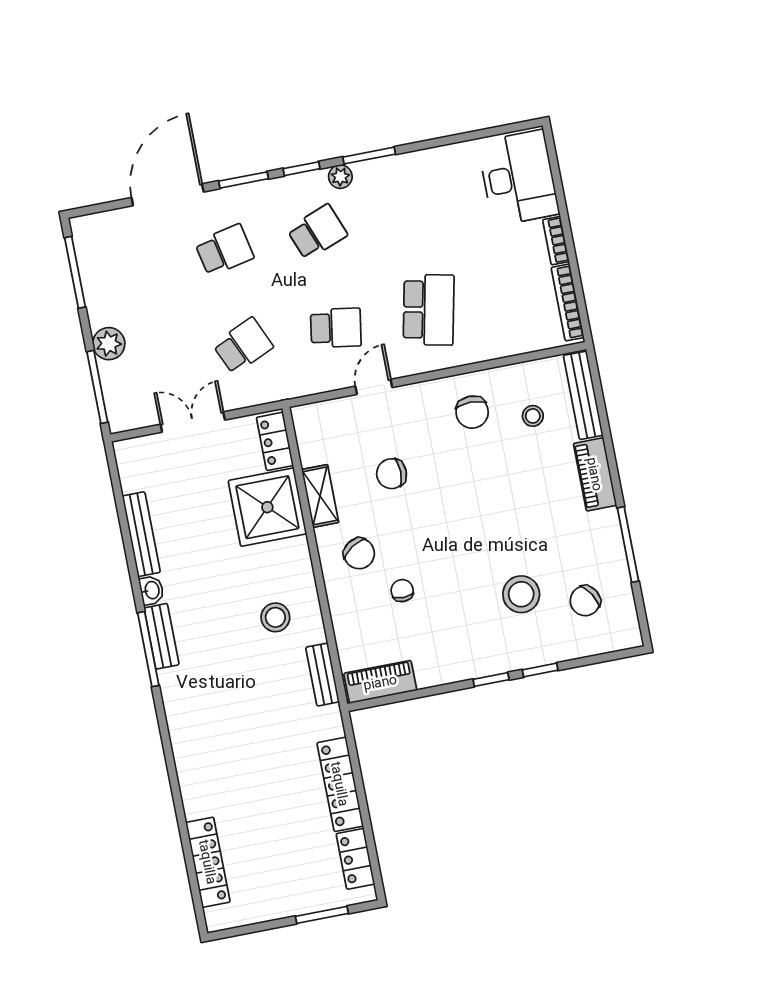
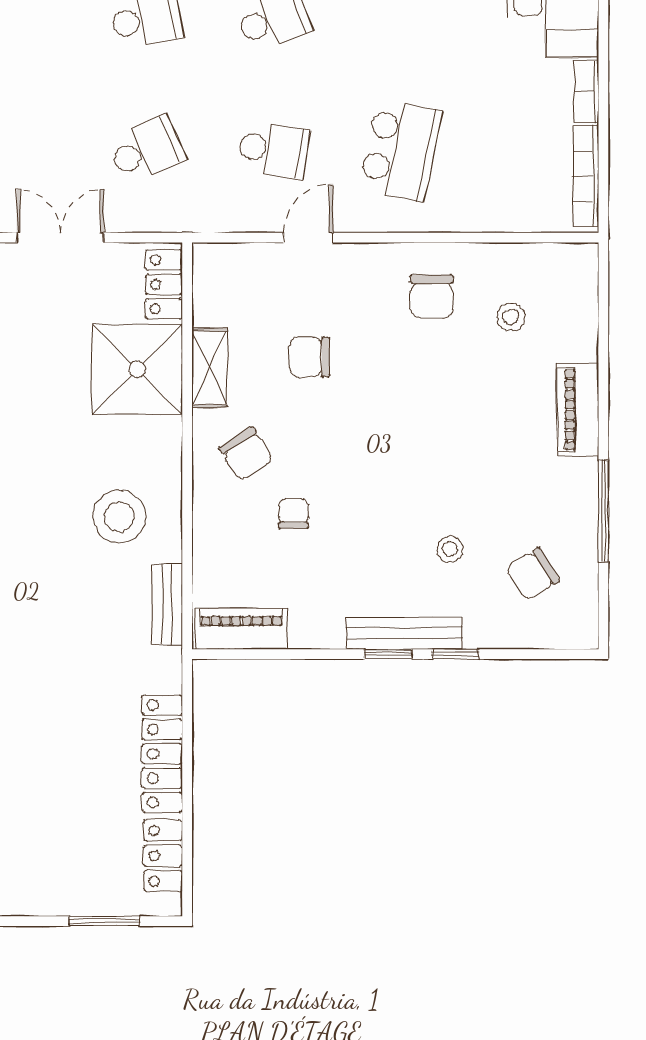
bench: (583, 395) -> (404, 633), moved, turned 90
stool: (521, 594) -> (450, 549), width x0.53, depth x0.53
stool: (275, 617) -> (119, 517), width x1.38, depth x1.38

